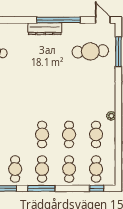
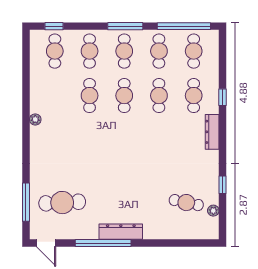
cafe table: (96, 134) -> (159, 96), moved

